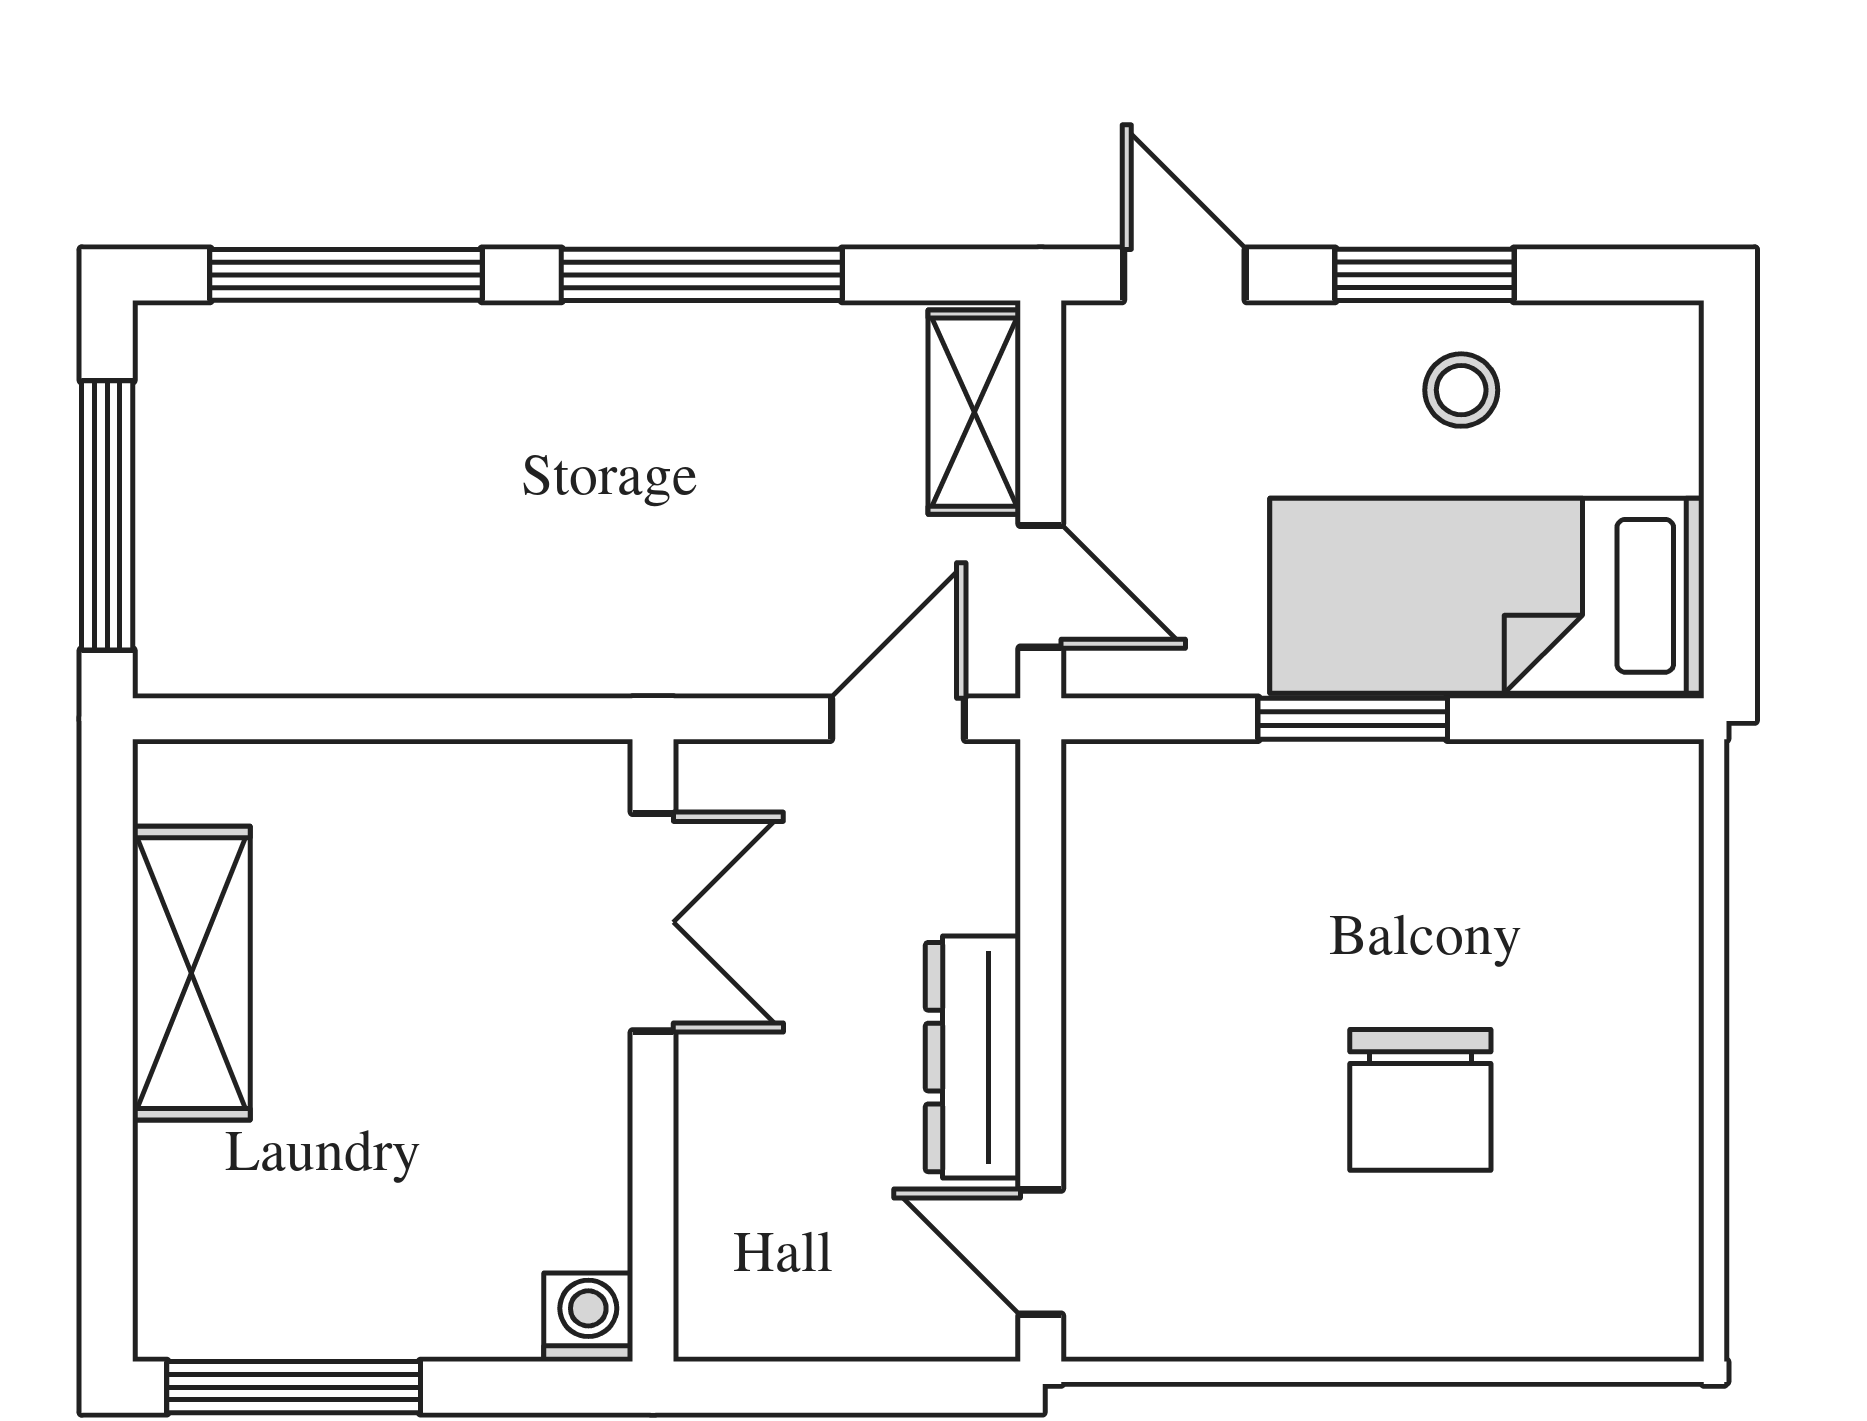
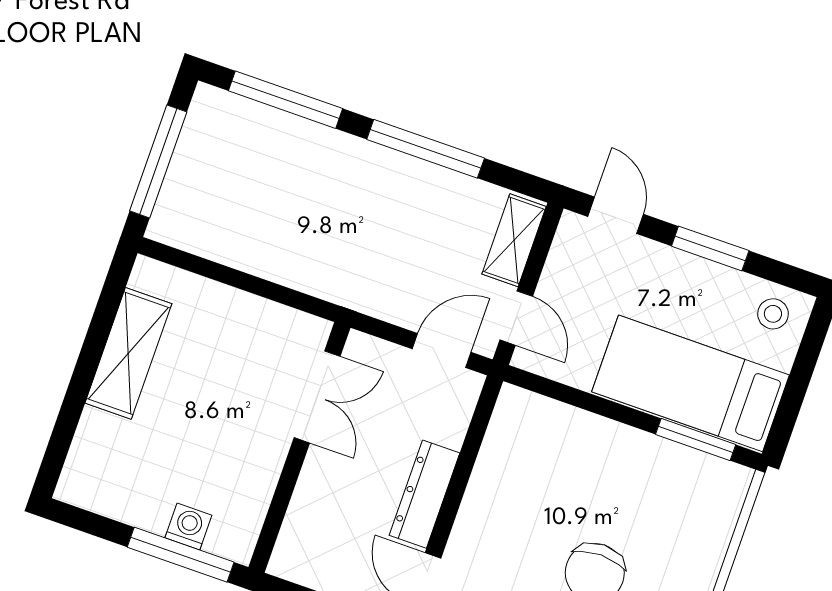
stool: (1461, 390) -> (773, 314), moved
window: (1353, 719) -> (696, 440), moved
washing machine: (588, 1317) -> (188, 526), moved
window: (294, 1387) -> (181, 555), moved

